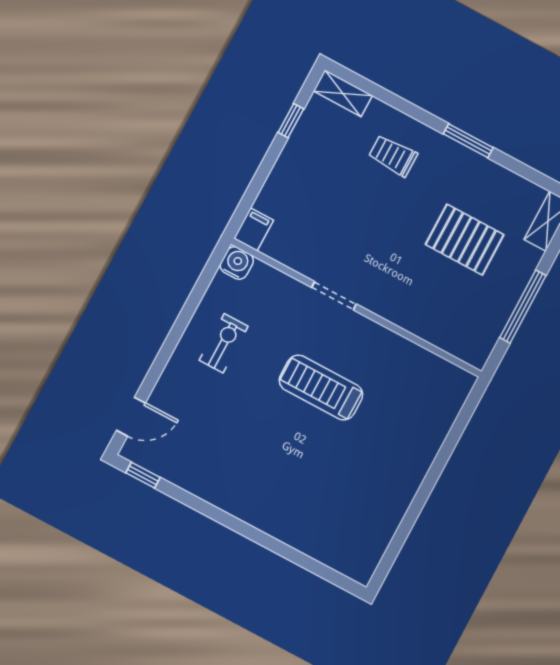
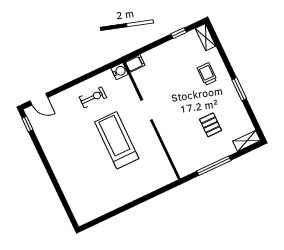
pallet: (465, 240) -> (211, 125), width x0.67, depth x0.71
treadmill: (321, 388) -> (117, 140), width x1.37, depth x1.38

